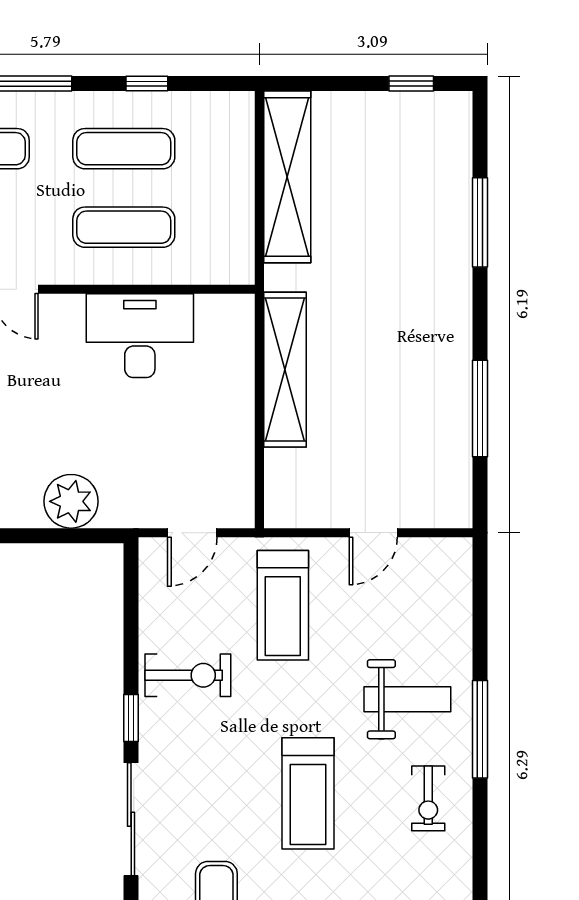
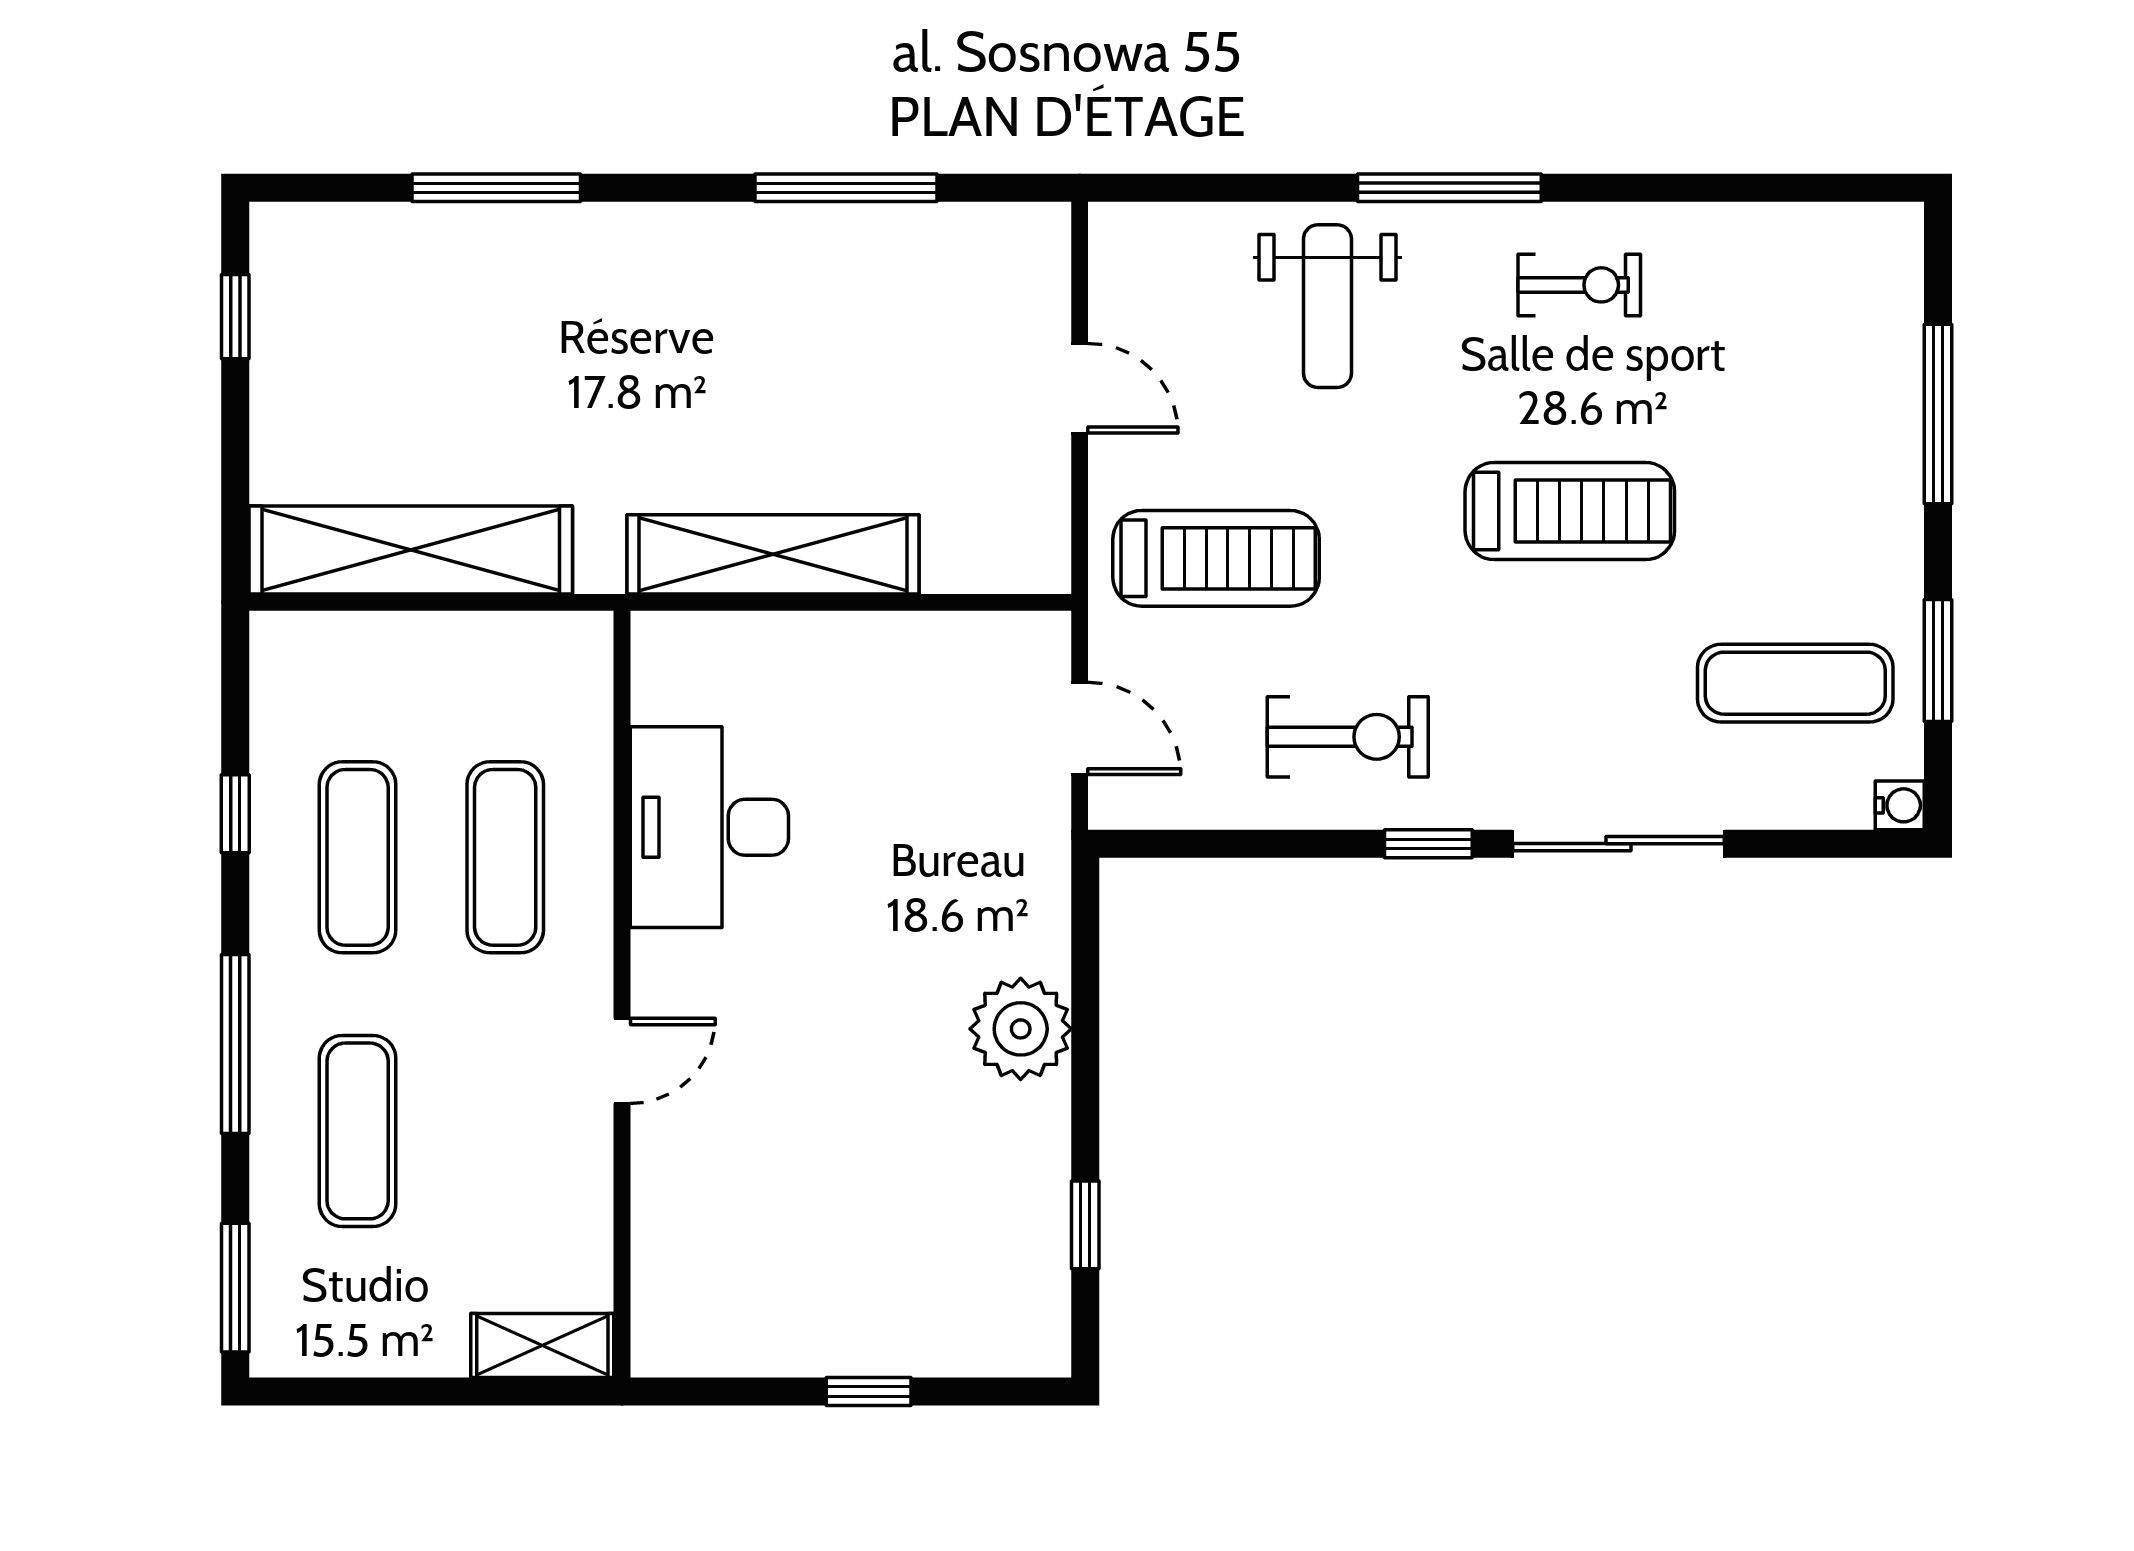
plant: (71, 501) -> (1021, 1029), moved
exercise bike: (188, 675) -> (1348, 737), turned 90
weight bench: (407, 699) -> (1327, 306), moved, turned 180

